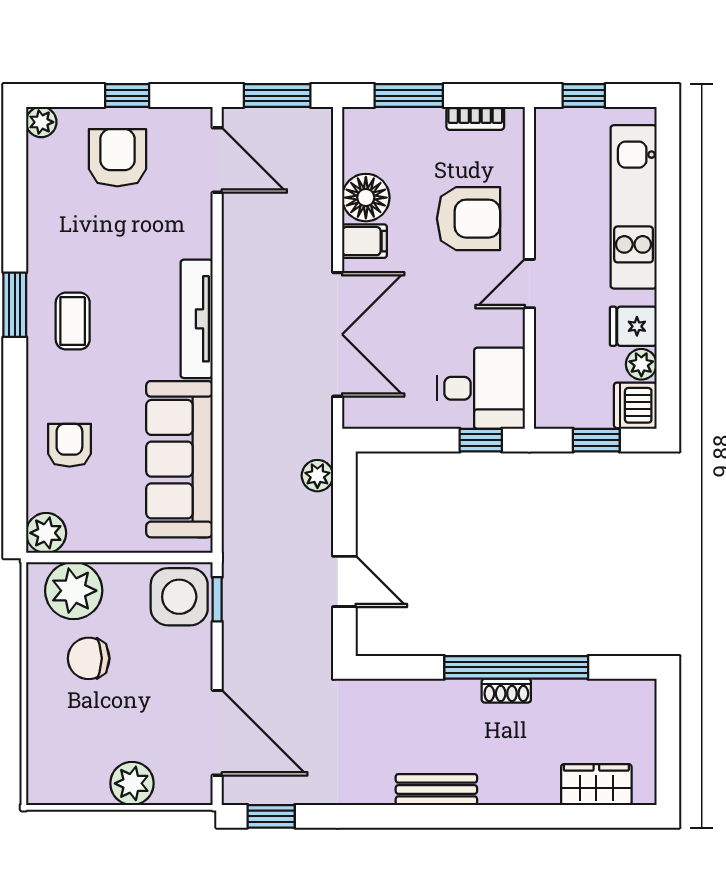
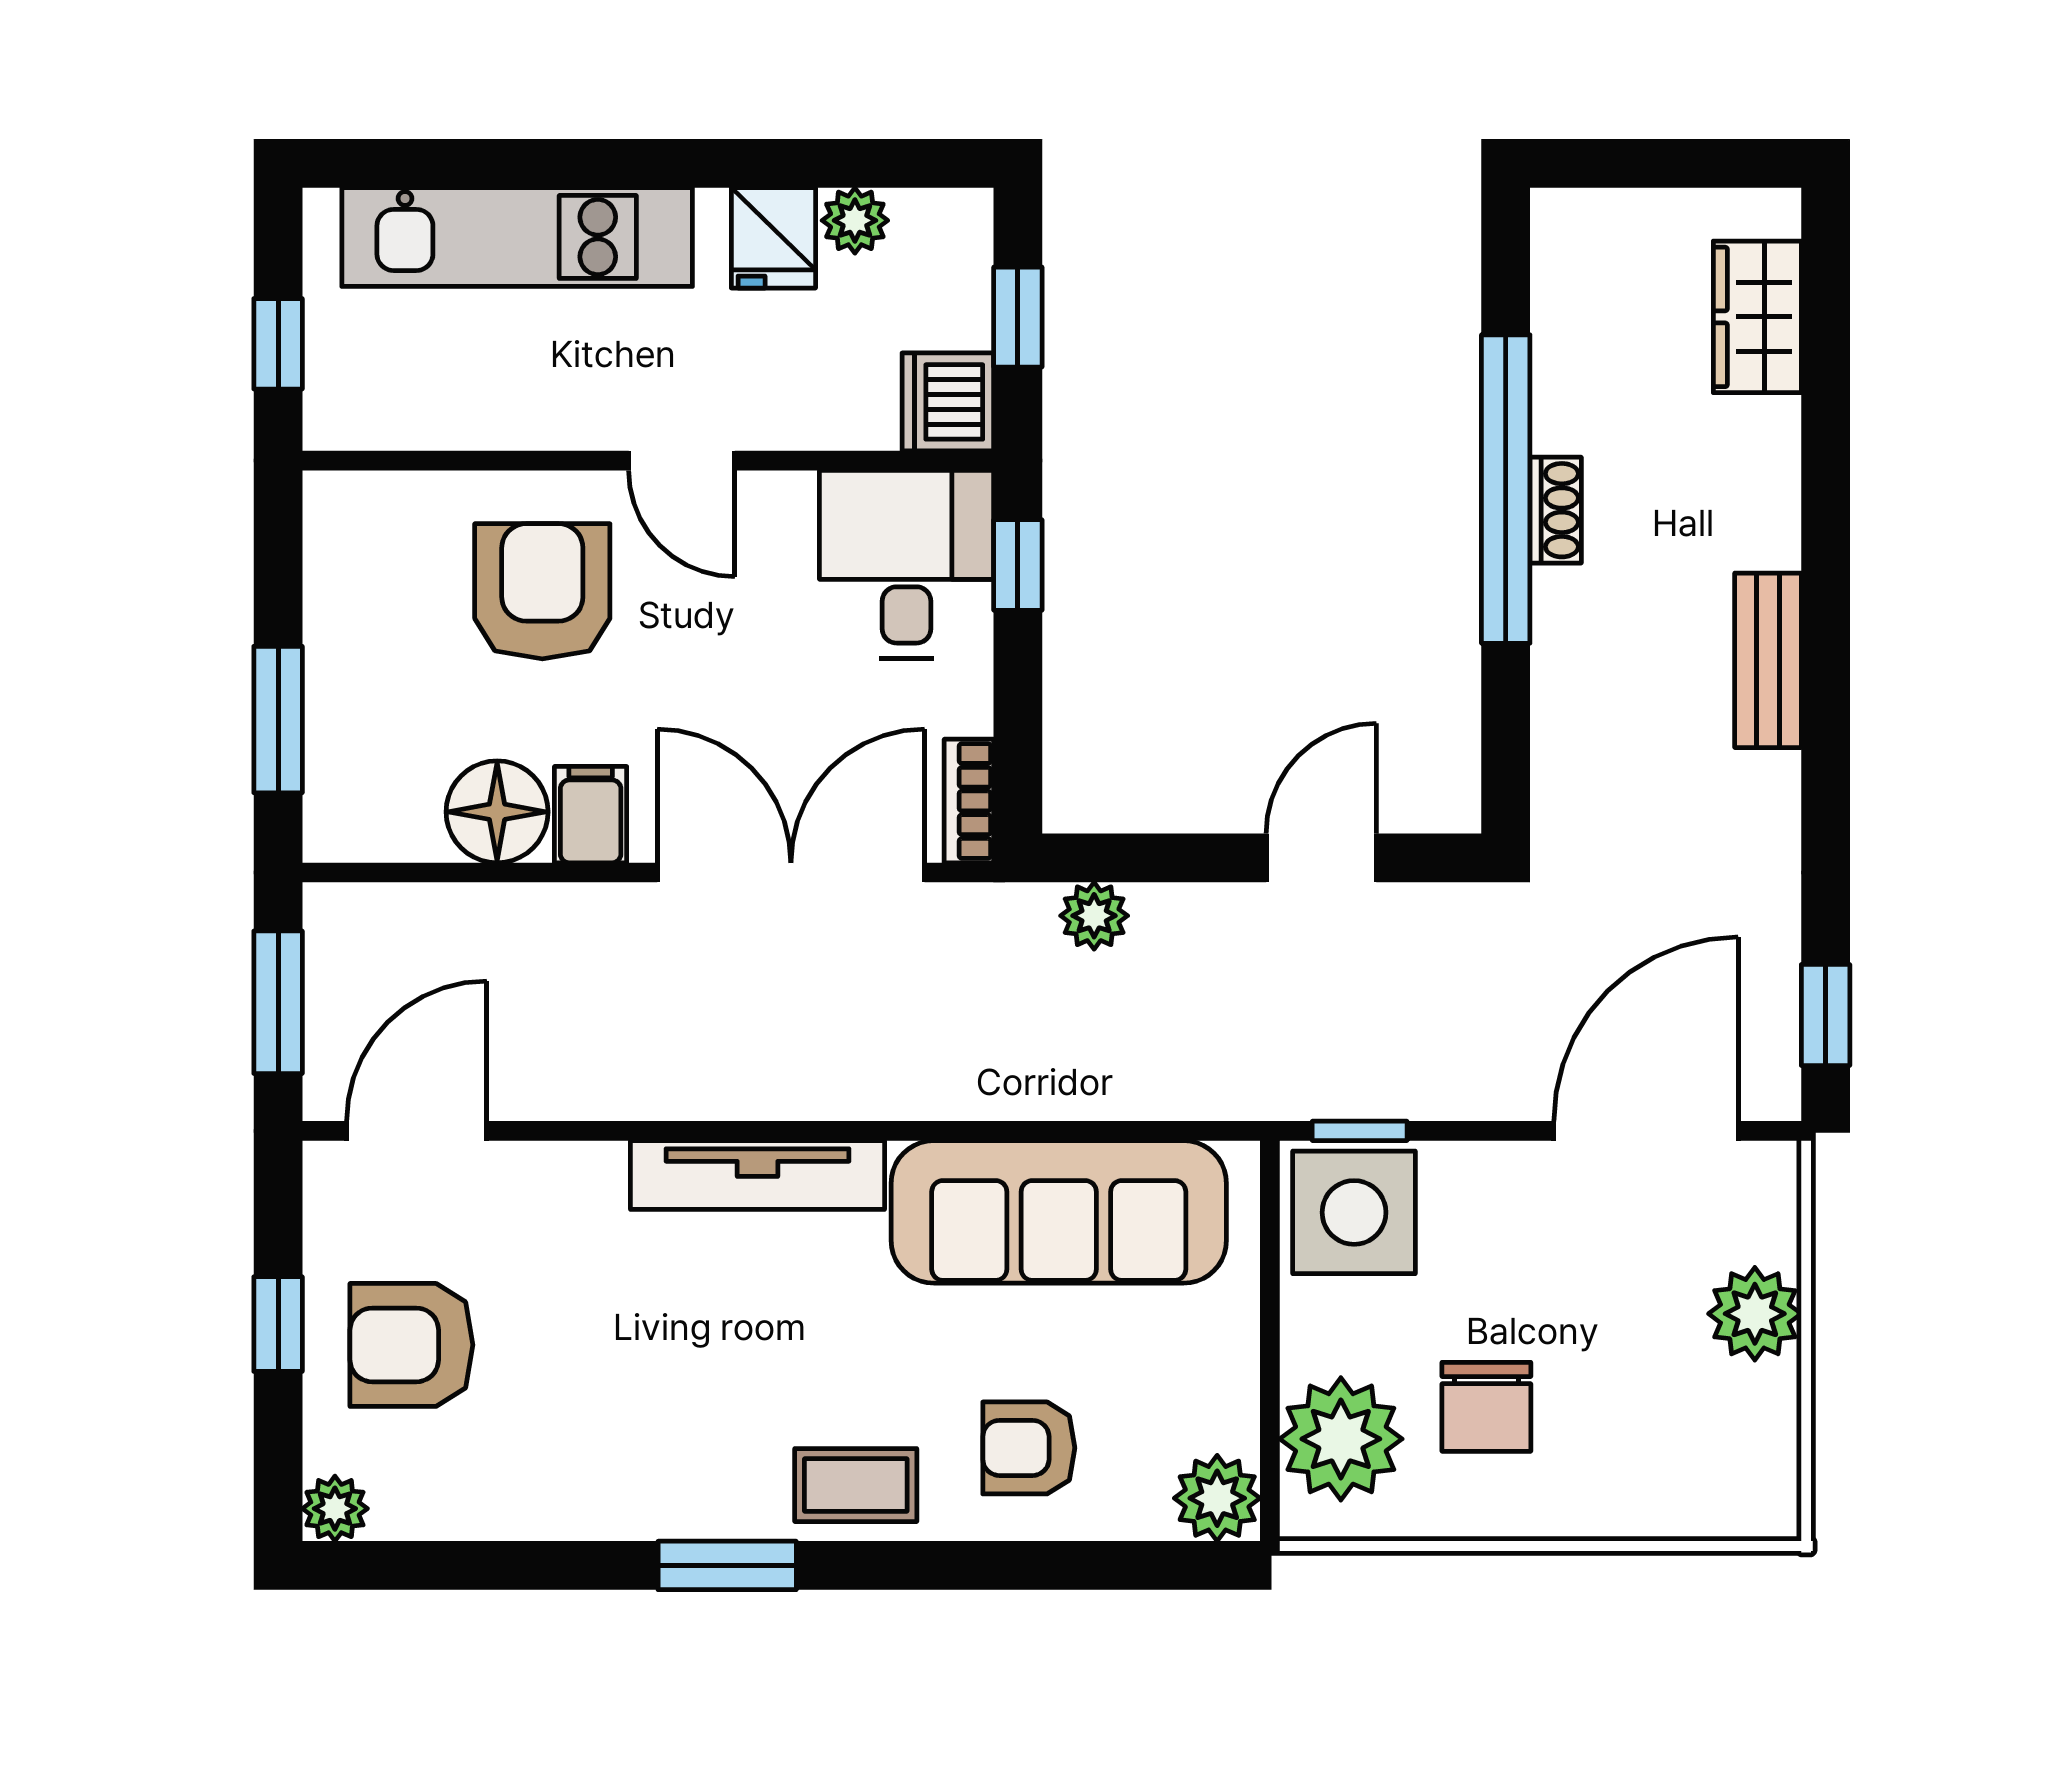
bookcase: (475, 118) -> (969, 801), moved, turned 180
coffee table: (73, 321) -> (856, 1485), moved
dishwasher: (635, 405) -> (948, 402), moved, turned 90

